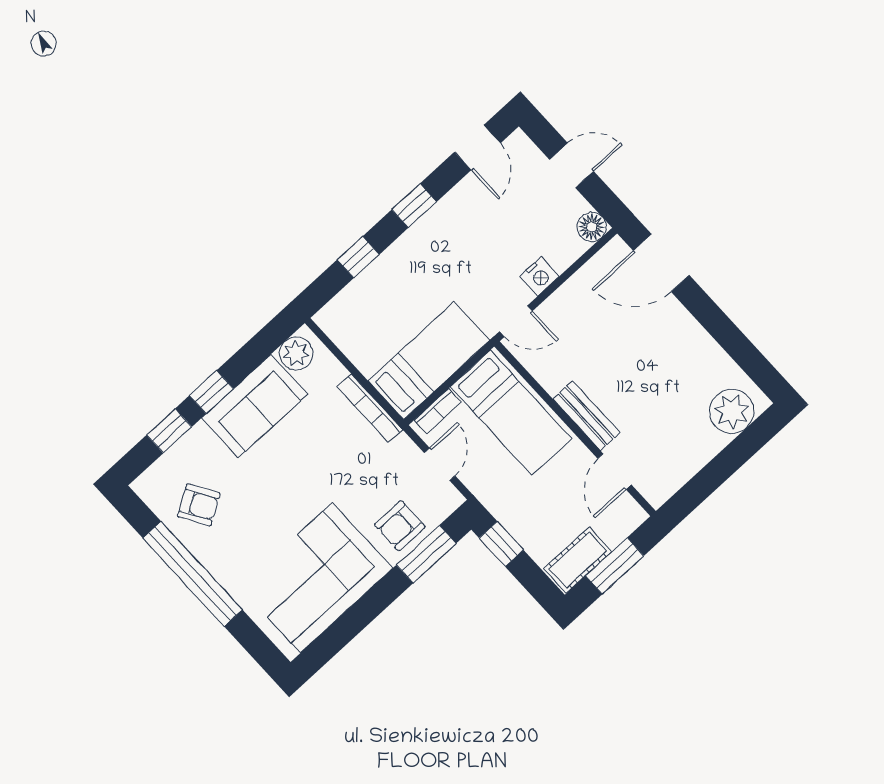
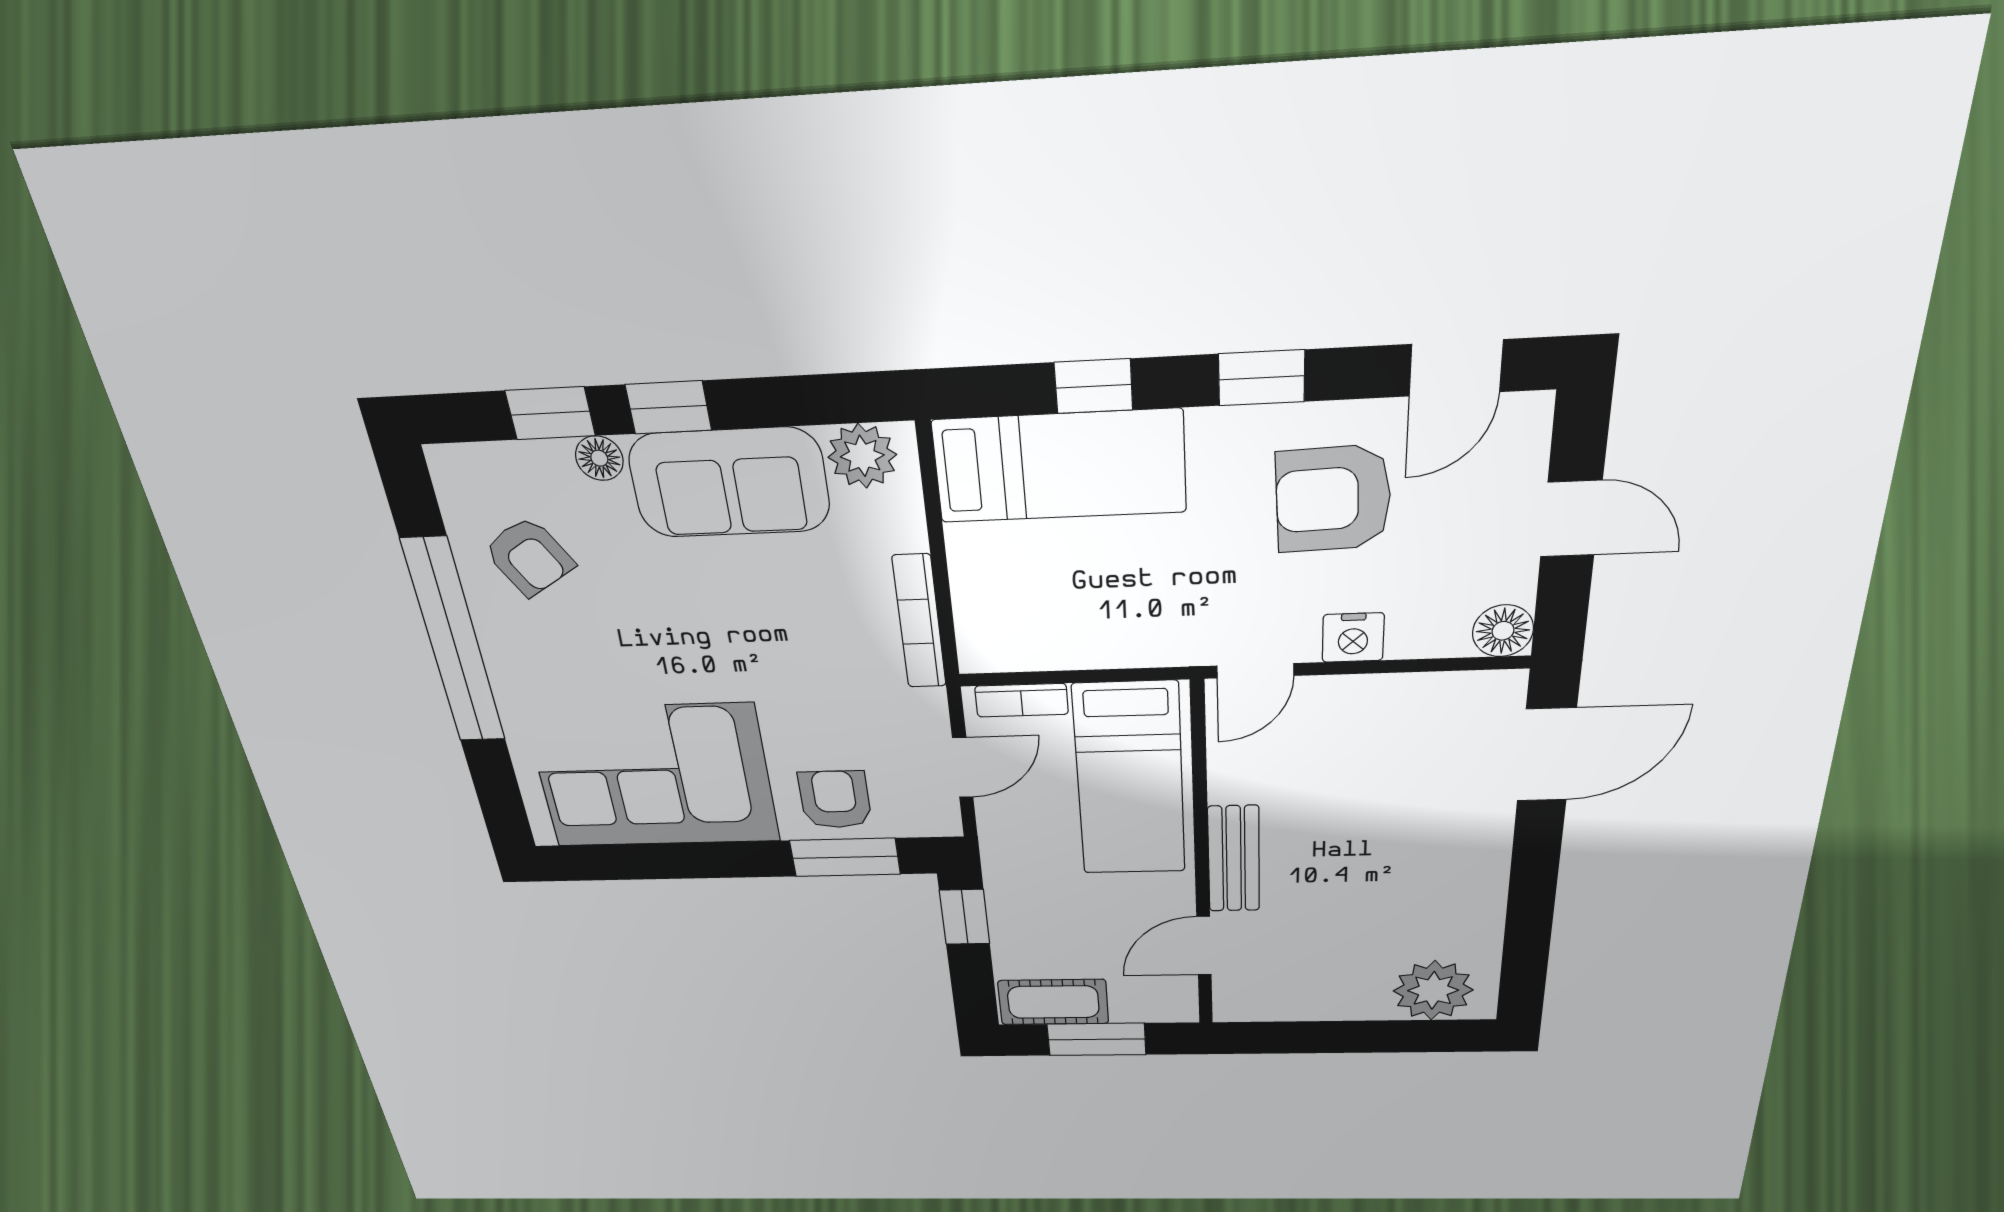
armchair: (480, 228) -> (1333, 499), added
door: (661, 263) -> (1546, 755), swing flipped
door: (516, 321) -> (1255, 671), hinge flipped
bed: (429, 361) -> (1060, 466), moved
floor lamp: (199, 436) -> (599, 458), added
armchair: (400, 526) -> (835, 799), turned 90

